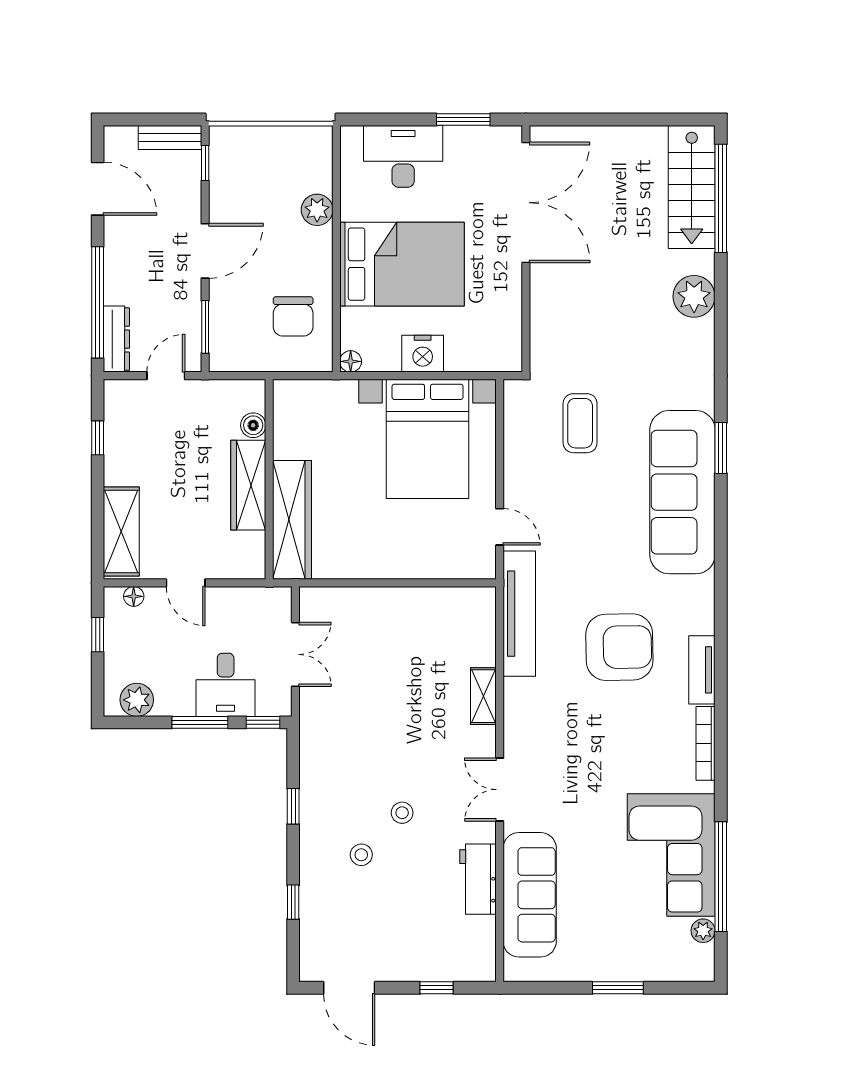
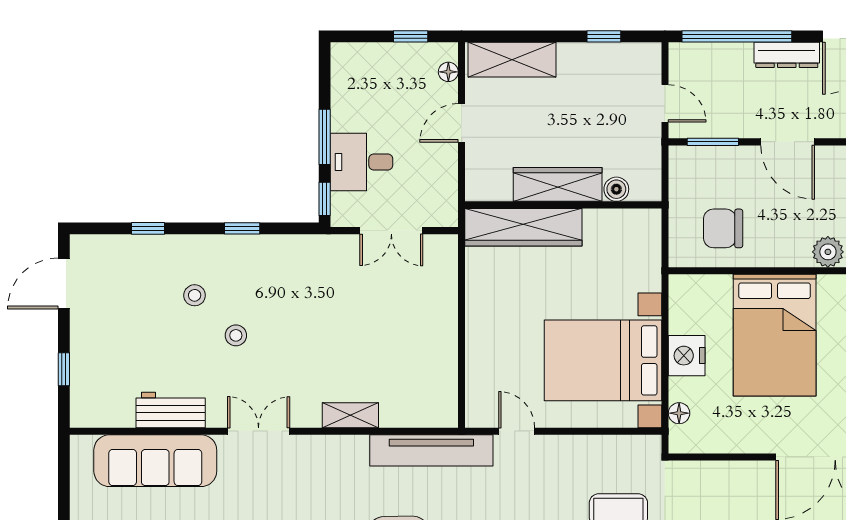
dresser: (116, 339) -> (787, 55), moved
floor lamp: (351, 361) -> (679, 413), moved
door: (500, 527) -> (517, 431), swing flipped
plant: (137, 700) -> (347, 75), removed

